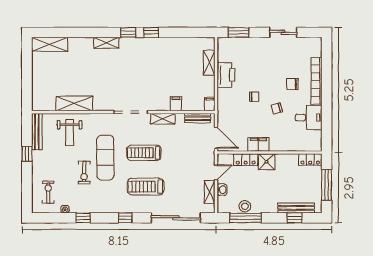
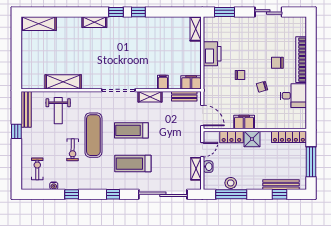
shelving: (209, 63) -> (196, 29), moved
filing cabinet: (210, 104) -> (191, 82), width x2.00
locker: (310, 160) -> (289, 137), width x1.53

